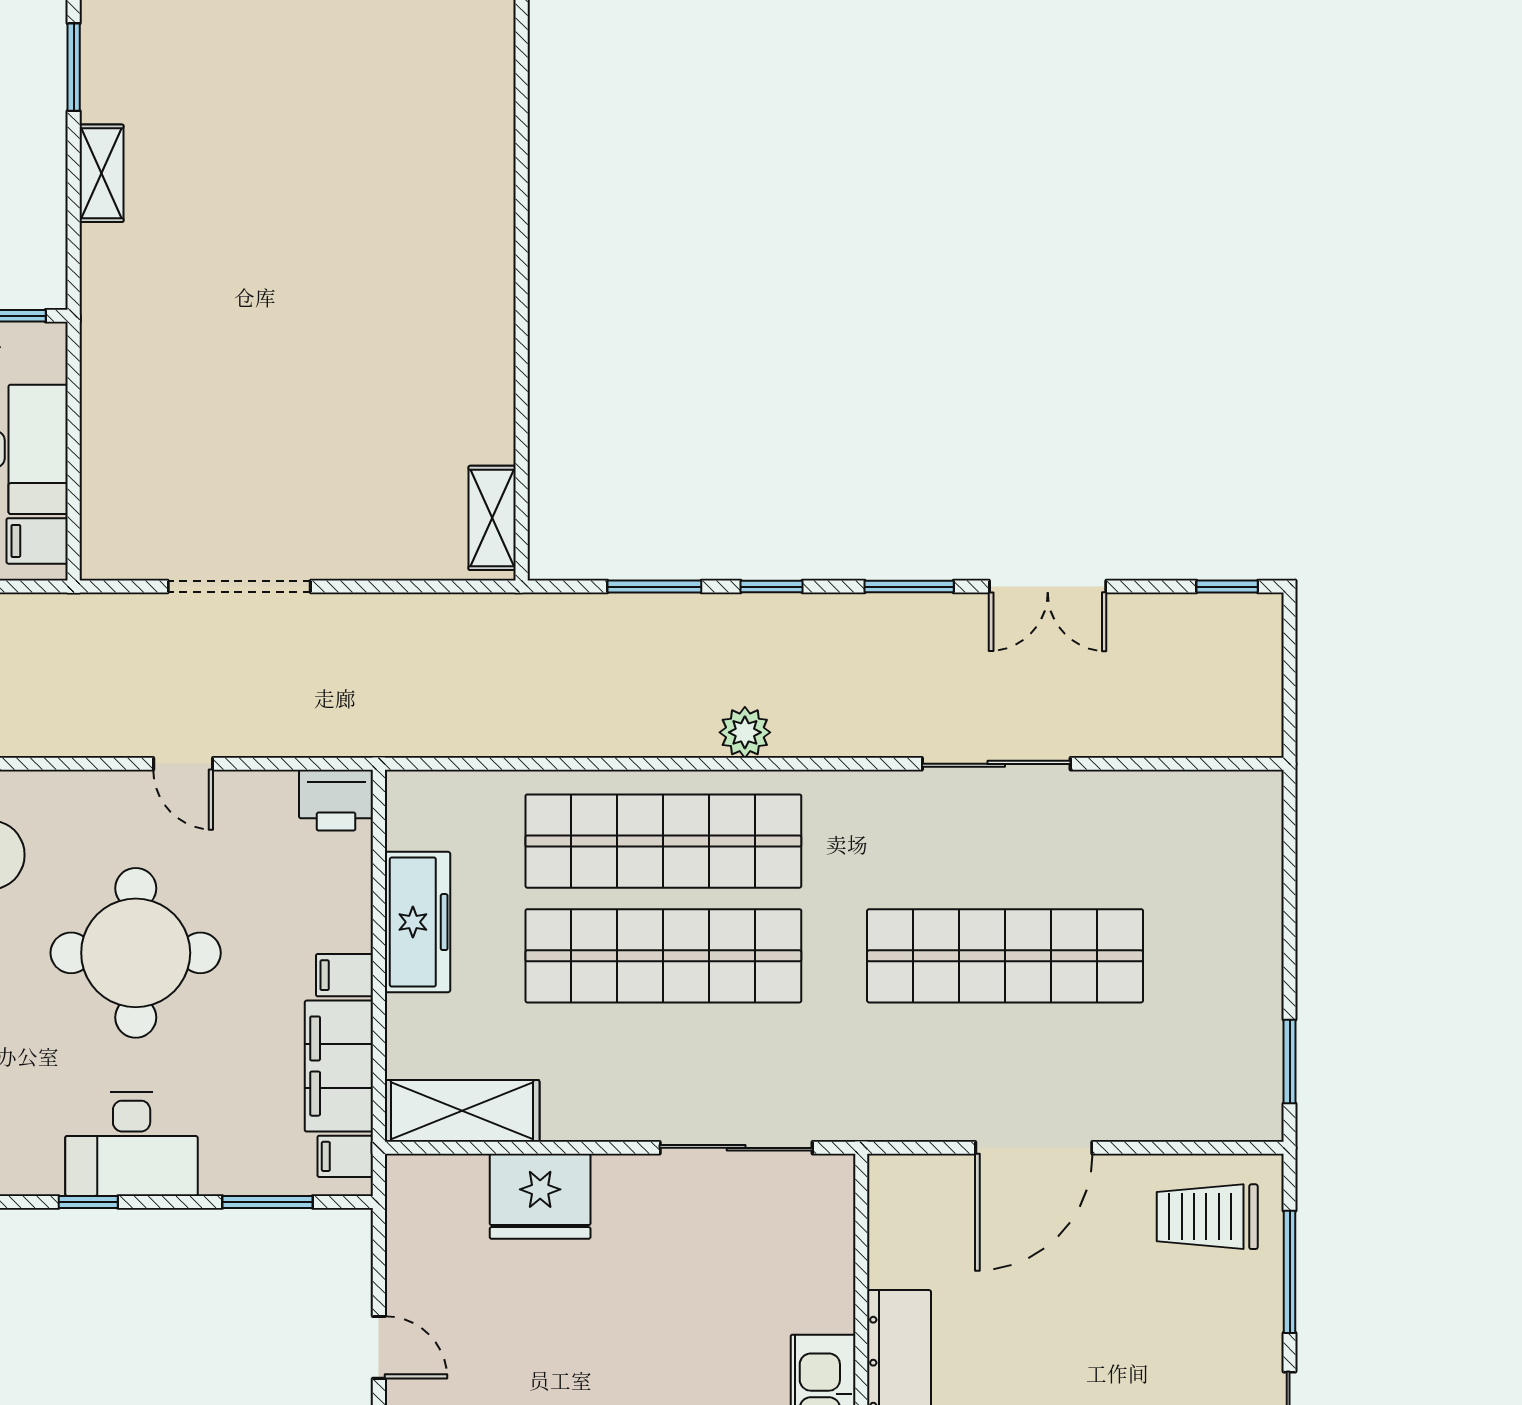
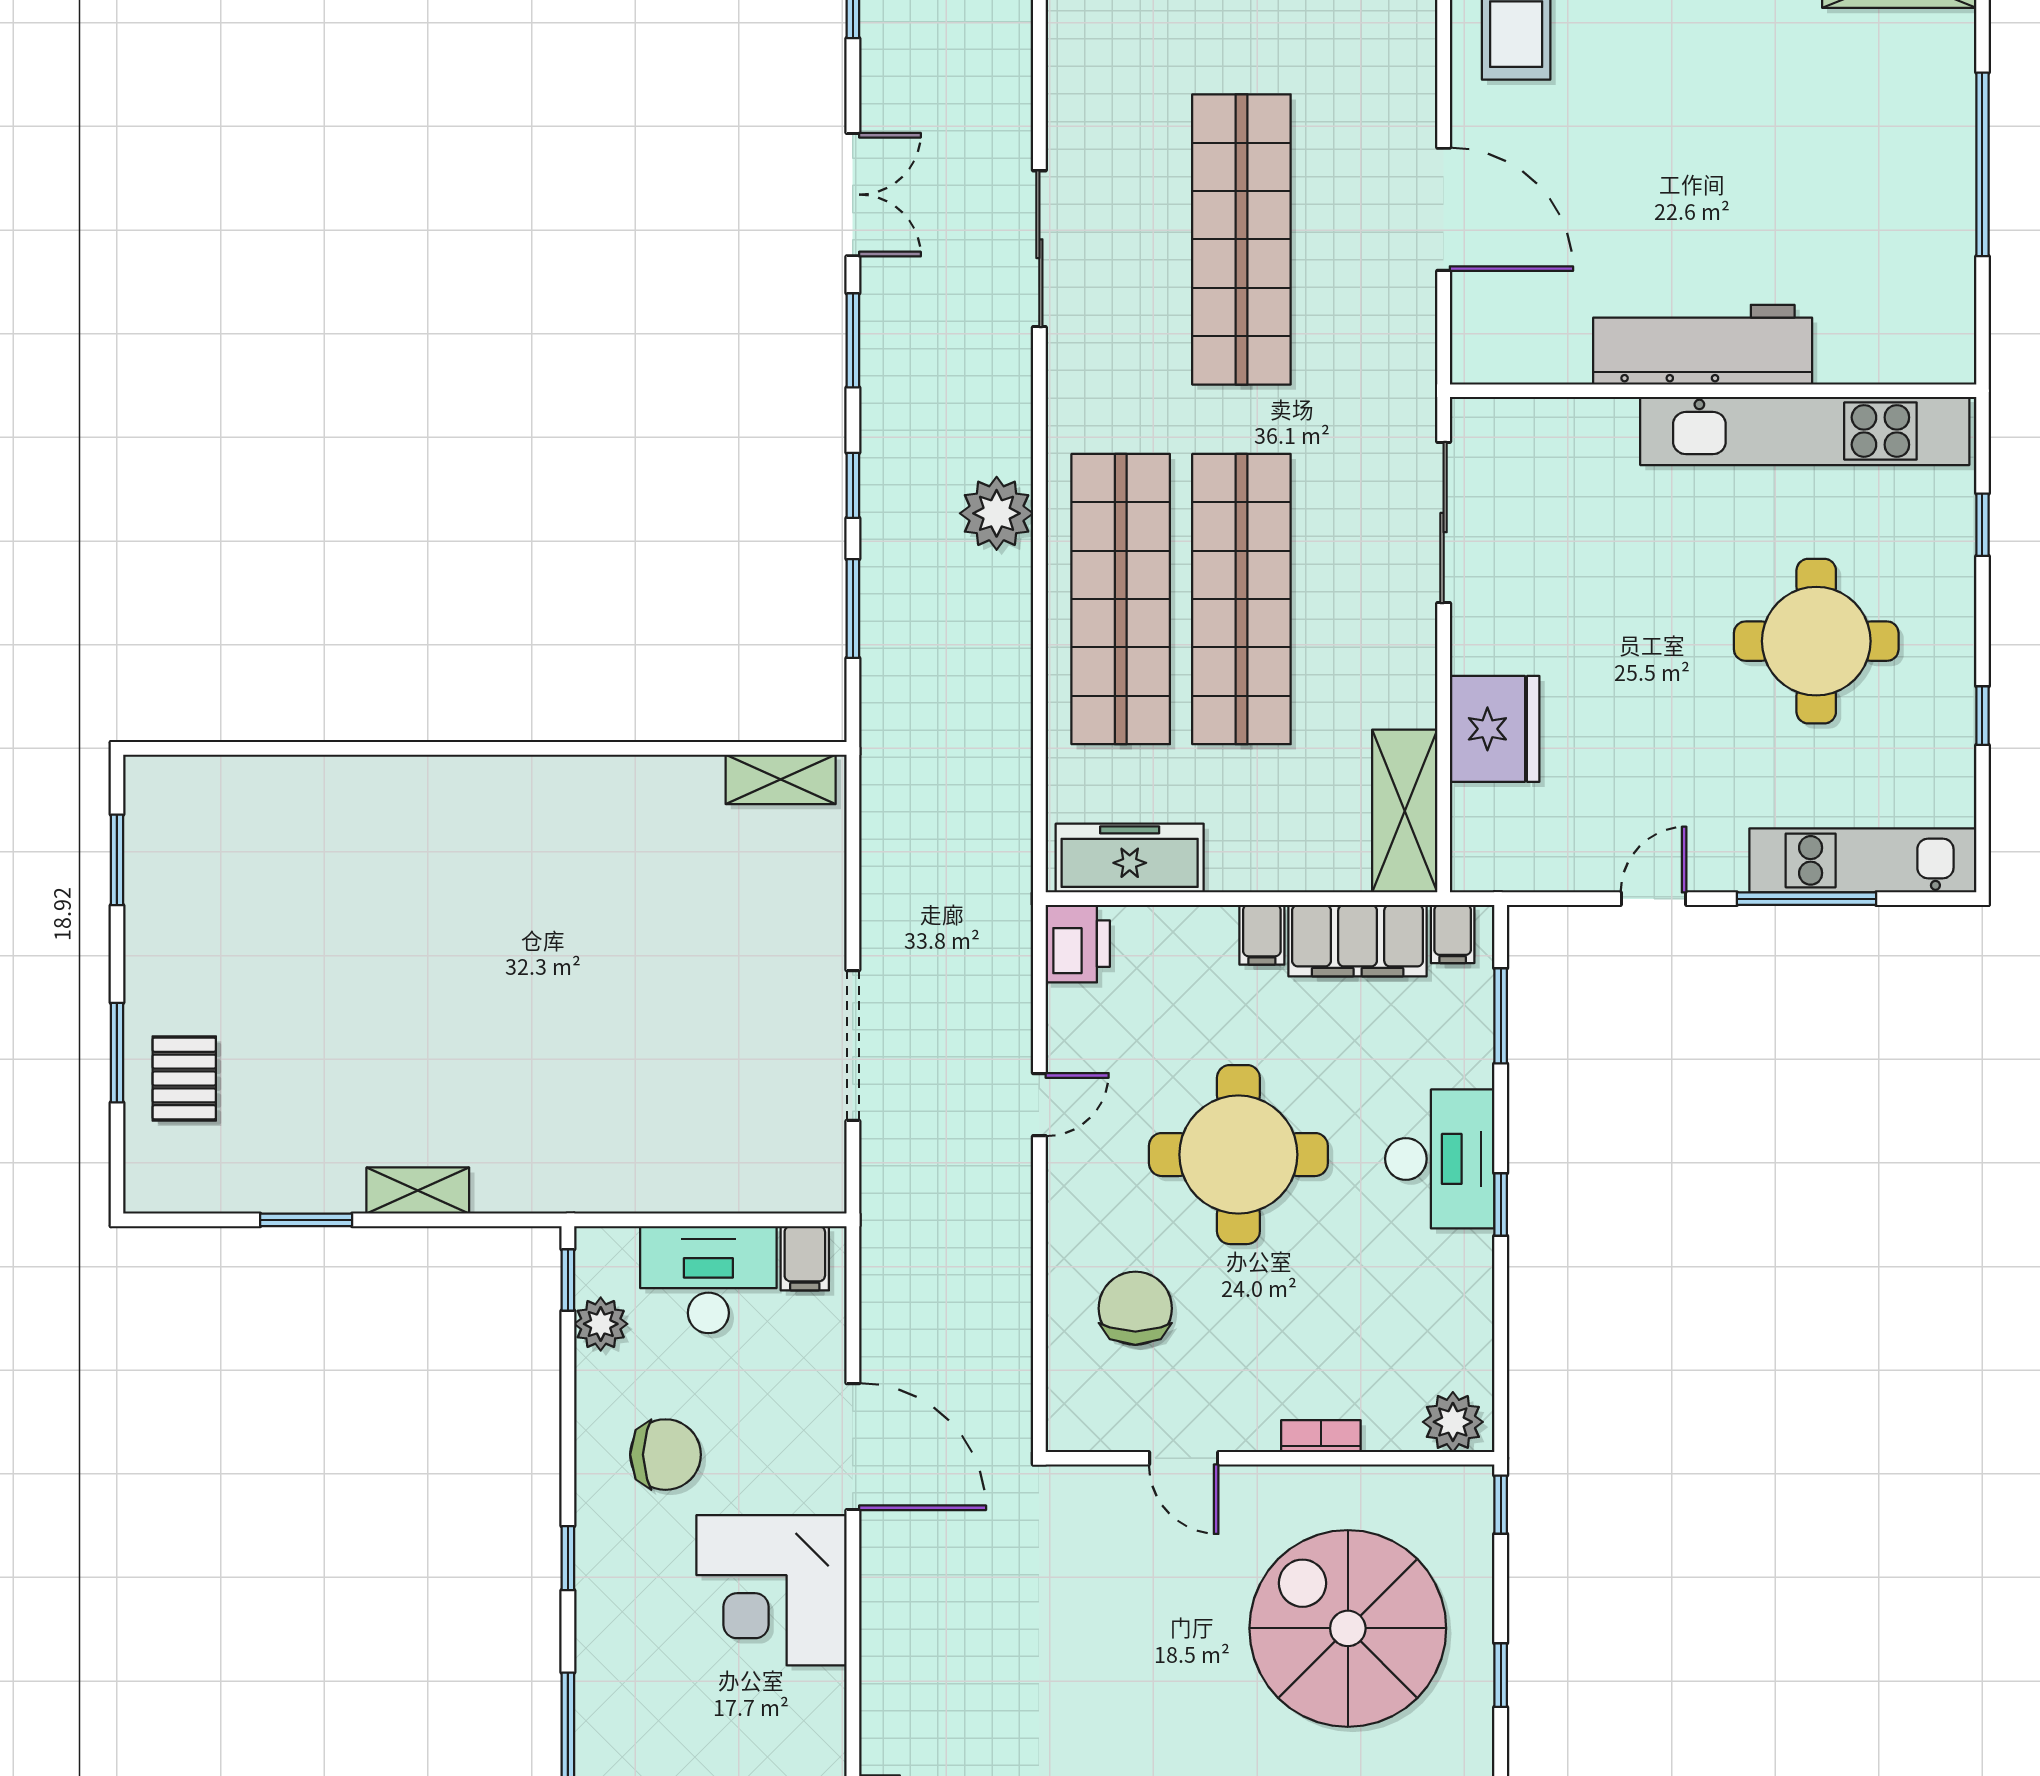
plant: (745, 732) -> (997, 513), width x1.36, depth x1.36
freezer: (417, 922) -> (1130, 858), moved

